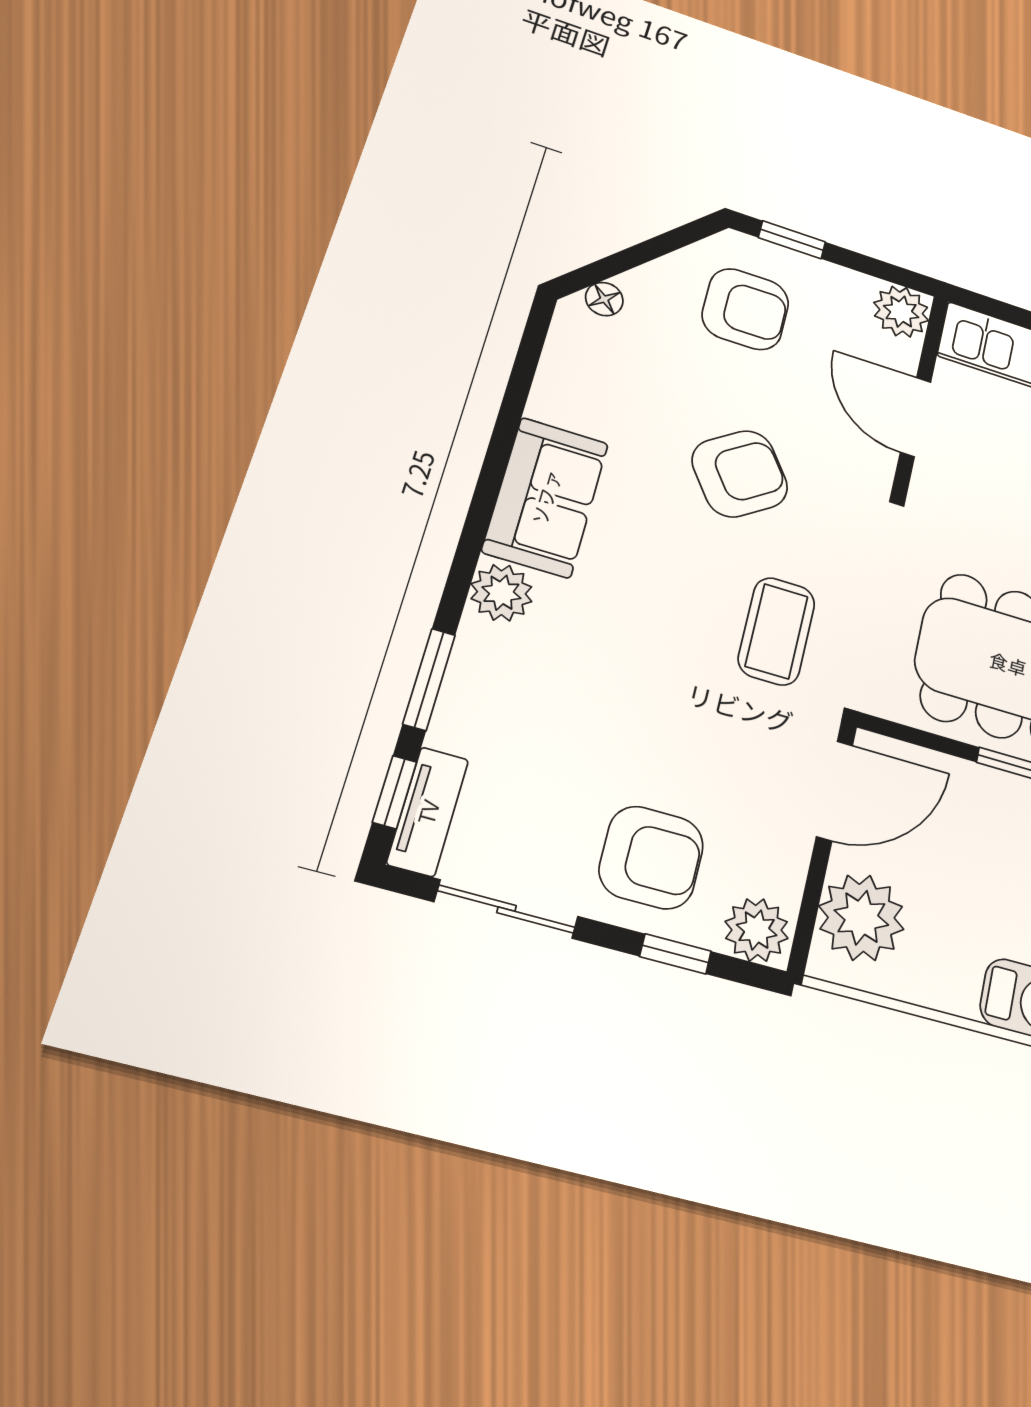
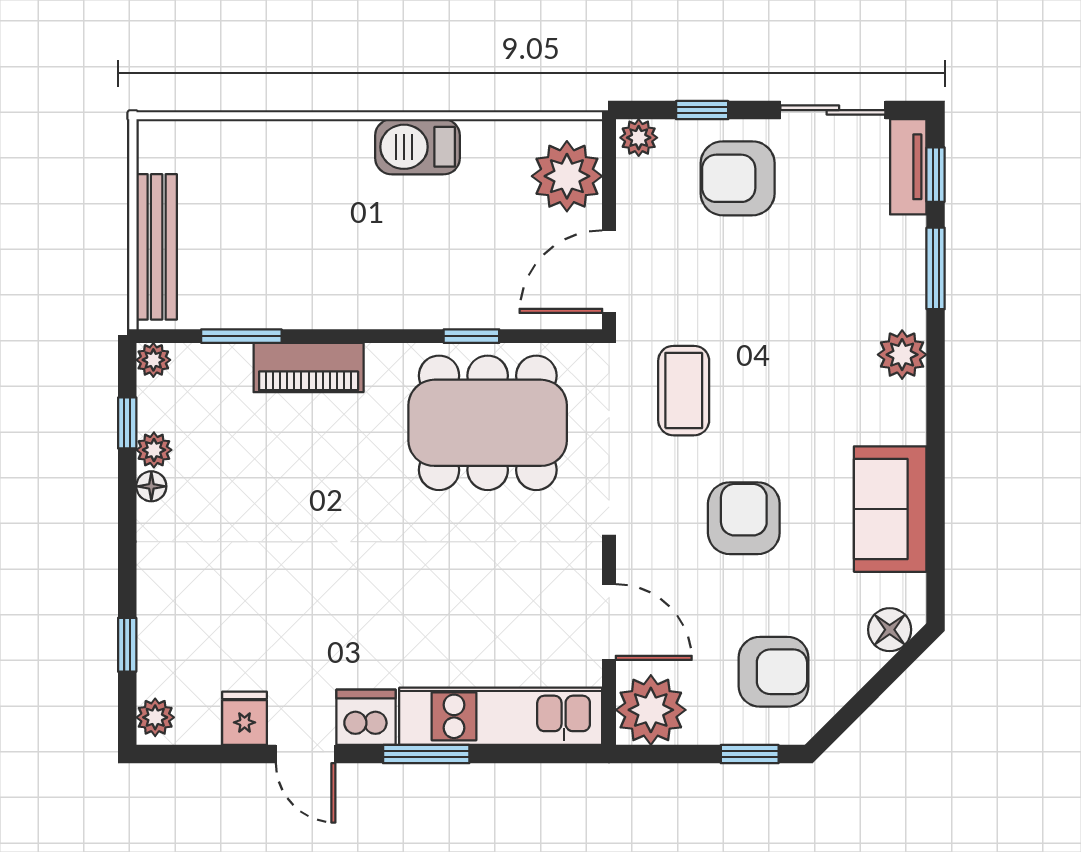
floor lamp: (604, 299) -> (890, 630), width x1.37, depth x1.37
armchair: (745, 309) -> (774, 672), turned 180
plant: (901, 312) -> (651, 710), width x1.36, depth x1.36
armchair: (740, 474) -> (744, 518), turned 125
sofa: (546, 497) -> (890, 509), moved
plant: (757, 930) -> (639, 138), width x0.73, depth x0.73

